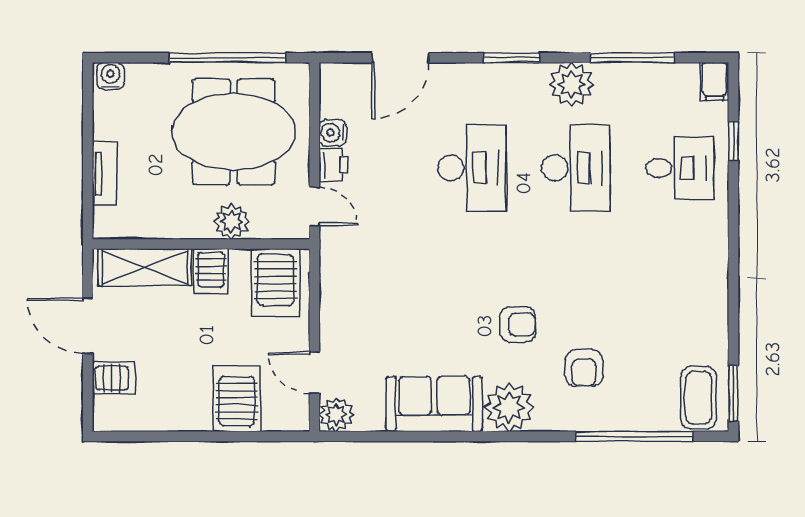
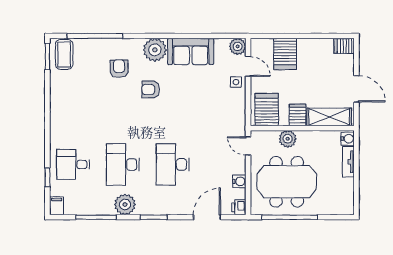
water cooler: (110, 76) -> (348, 139), moved, turned -90
printer: (334, 165) -> (239, 207), moved
side table: (340, 340) -> (236, 82), added
server rack: (114, 378) -> (344, 46), moved

